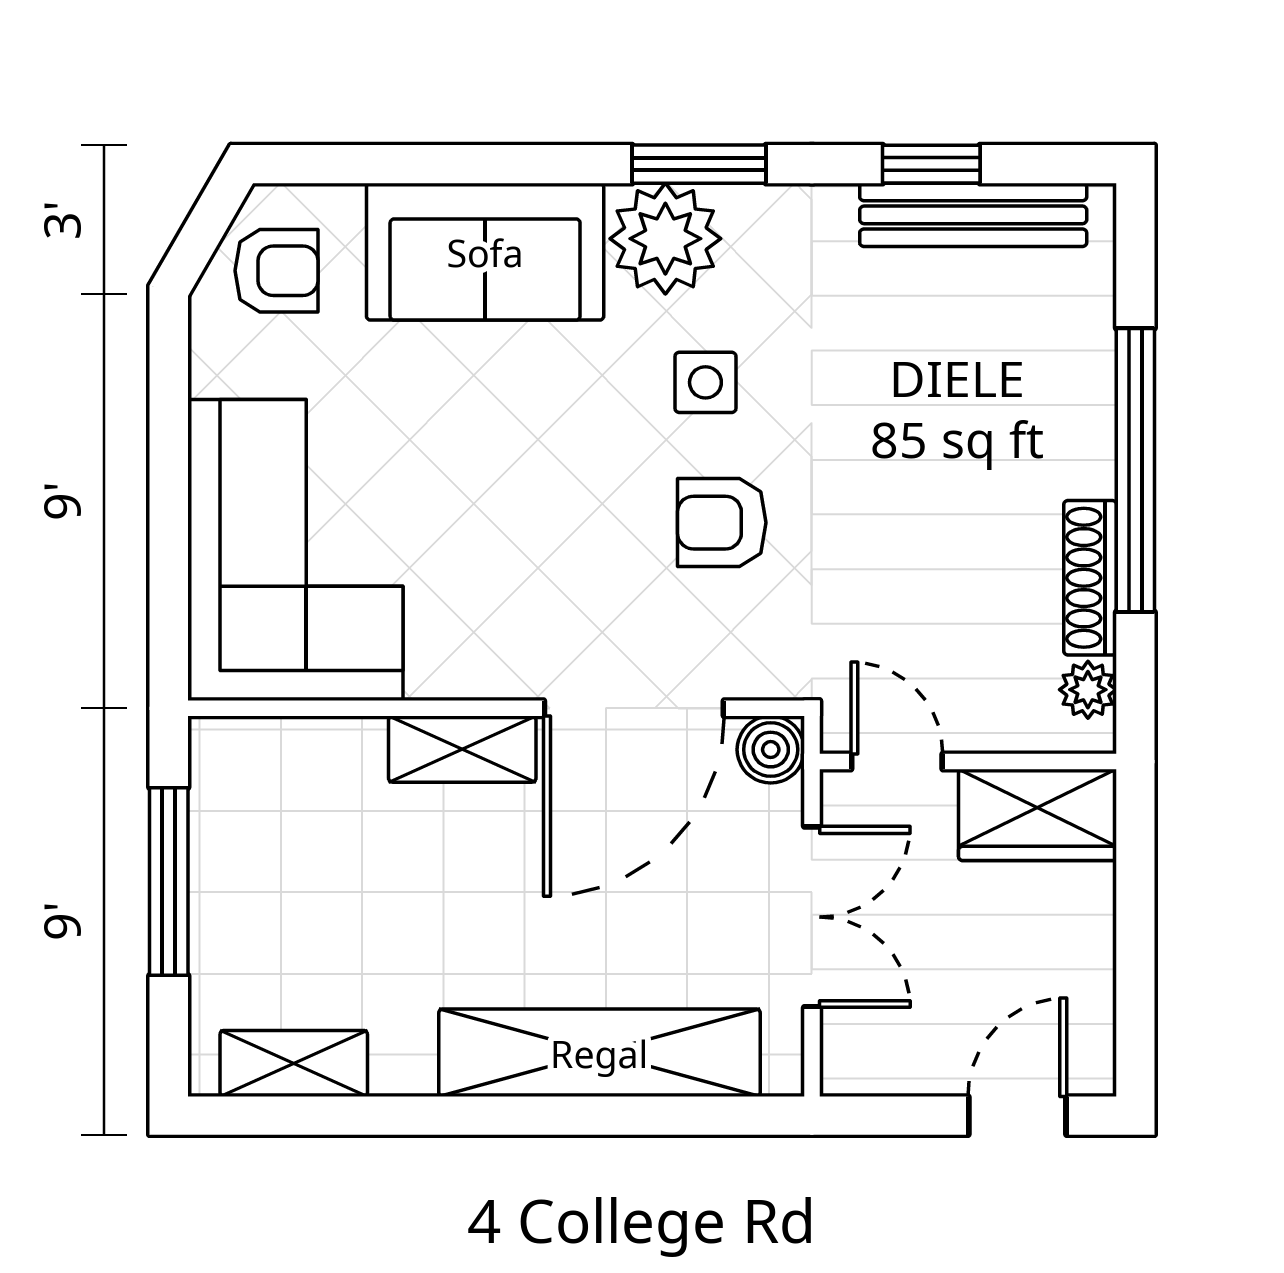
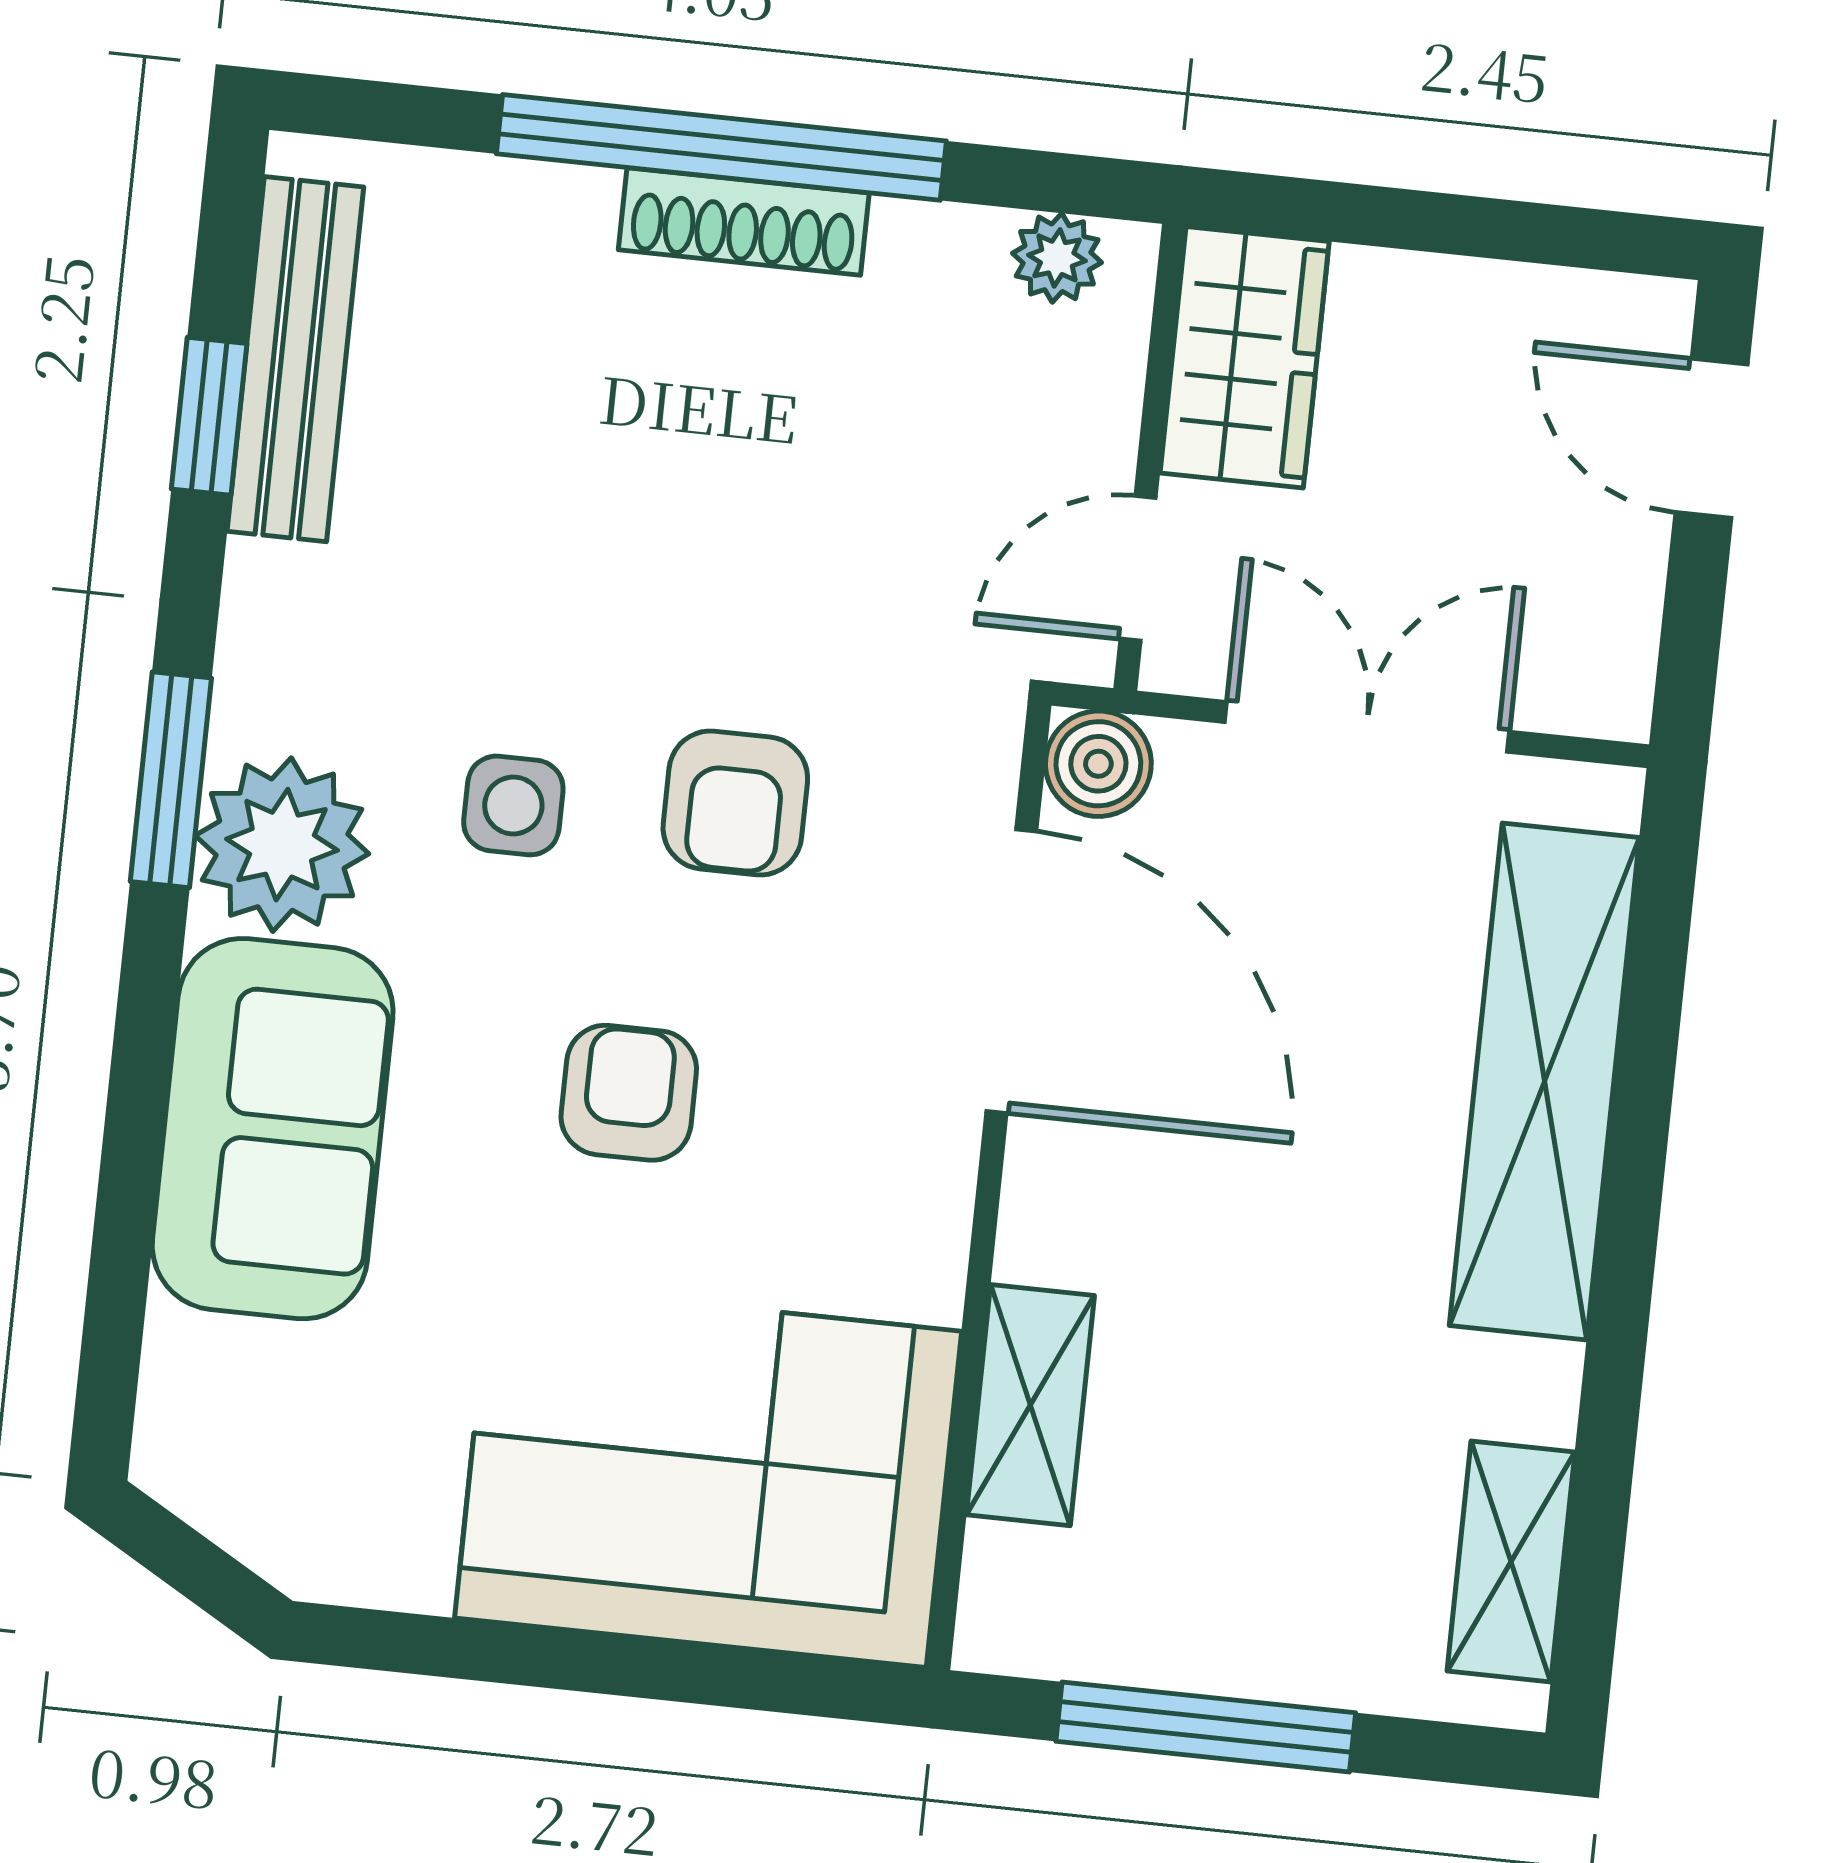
armchair: (276, 271) -> (629, 1093), moved
shoe rack: (1090, 578) -> (744, 221), moved
shelving: (462, 749) -> (1030, 1405), moved

